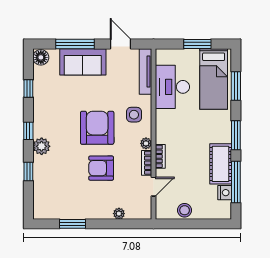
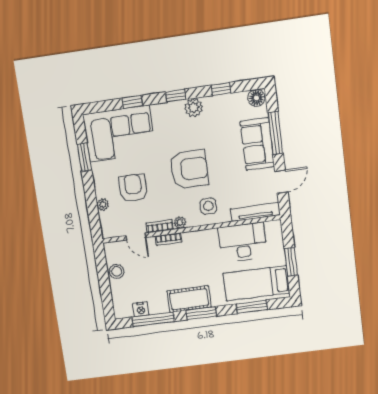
plant: (42, 146) -> (194, 108), moved
cot: (221, 164) -> (189, 299), moved
armchair: (101, 168) -> (133, 188), moved
corner sofa: (55, 188) -> (119, 134), added

